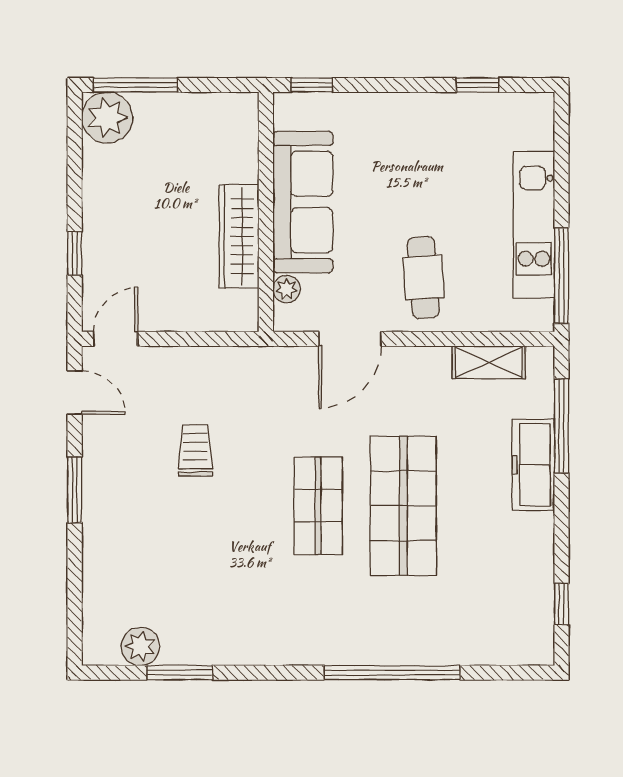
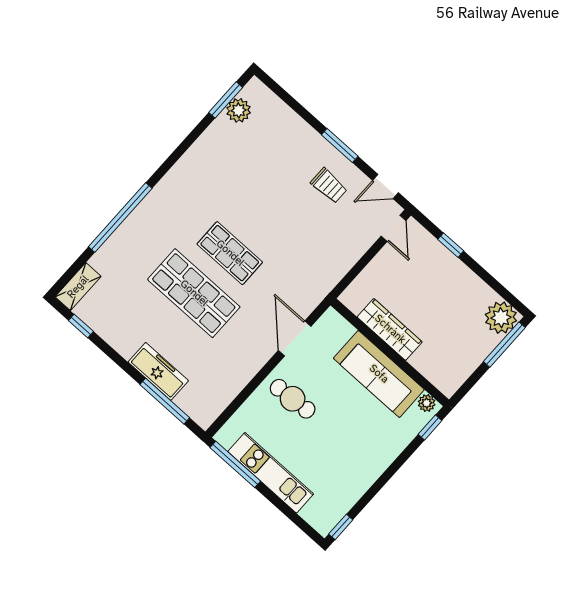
window: (477, 85) -> (341, 527), moved
plant: (287, 289) -> (427, 403), moved
shelving: (489, 362) -> (78, 287), moved
trolley: (195, 450) -> (329, 186), moved
window: (180, 673) -> (226, 100), moved

